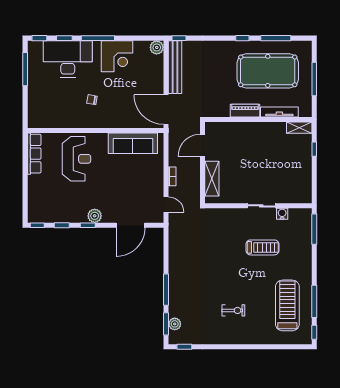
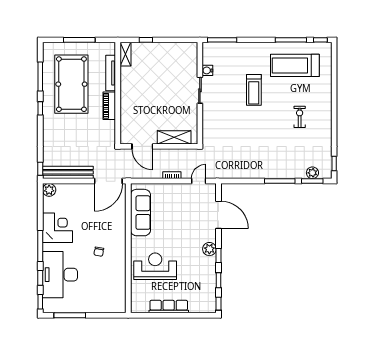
row of seats: (34, 154) -> (169, 307), moved
treadmill: (262, 247) -> (254, 90), moved, turned 180

